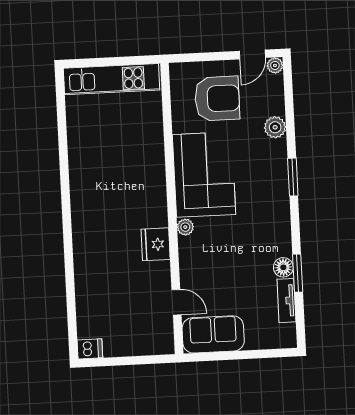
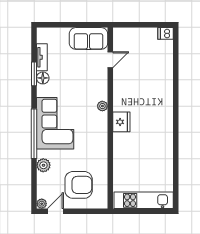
armchair: (217, 99) -> (79, 185), turned 180
corner sofa: (204, 175) -> (55, 123), moved, turned 180
window: (293, 177) -> (34, 134), width x2.11
fridge: (156, 244) -> (121, 122), moved
door: (177, 302) -> (110, 60), swing flipped

